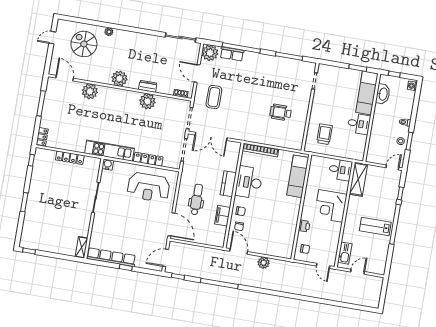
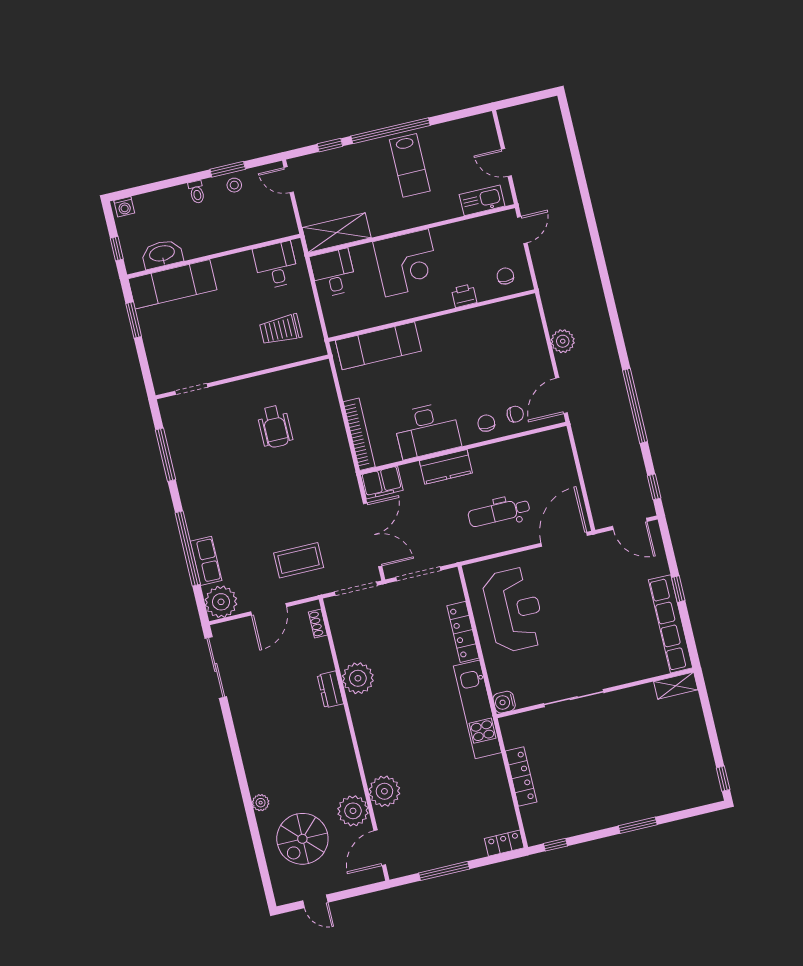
plant: (119, 78) -> (353, 811), moved
desk: (359, 124) -> (276, 265), moved
filing cabinet: (223, 216) -> (382, 483), moved

